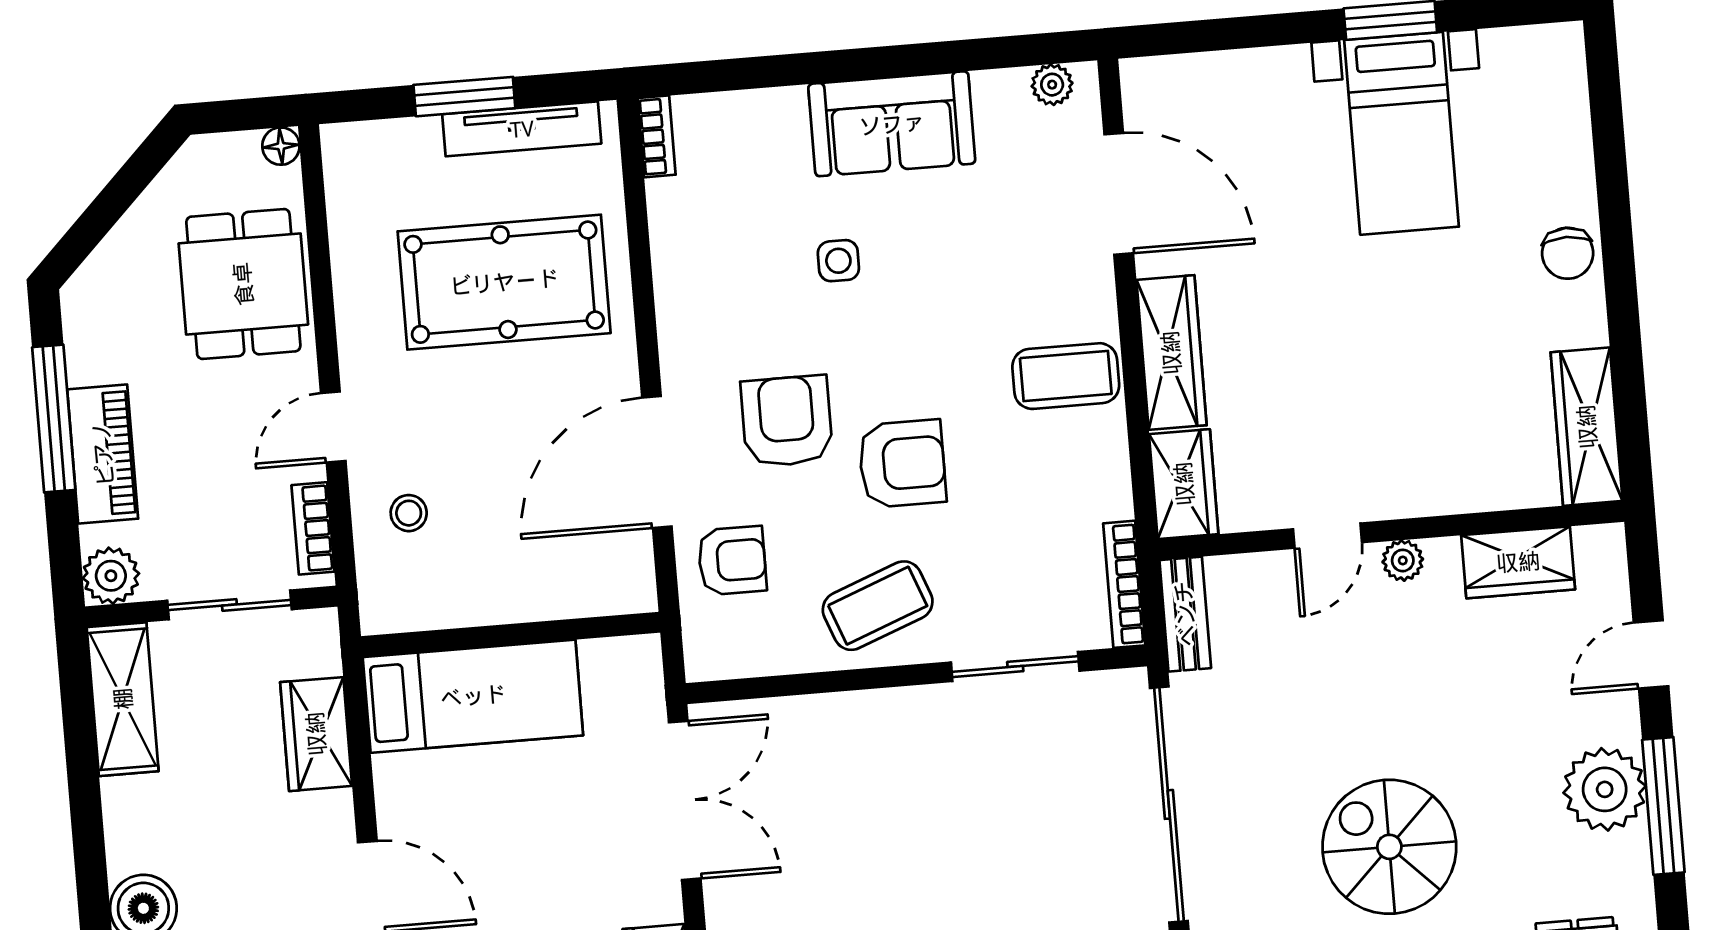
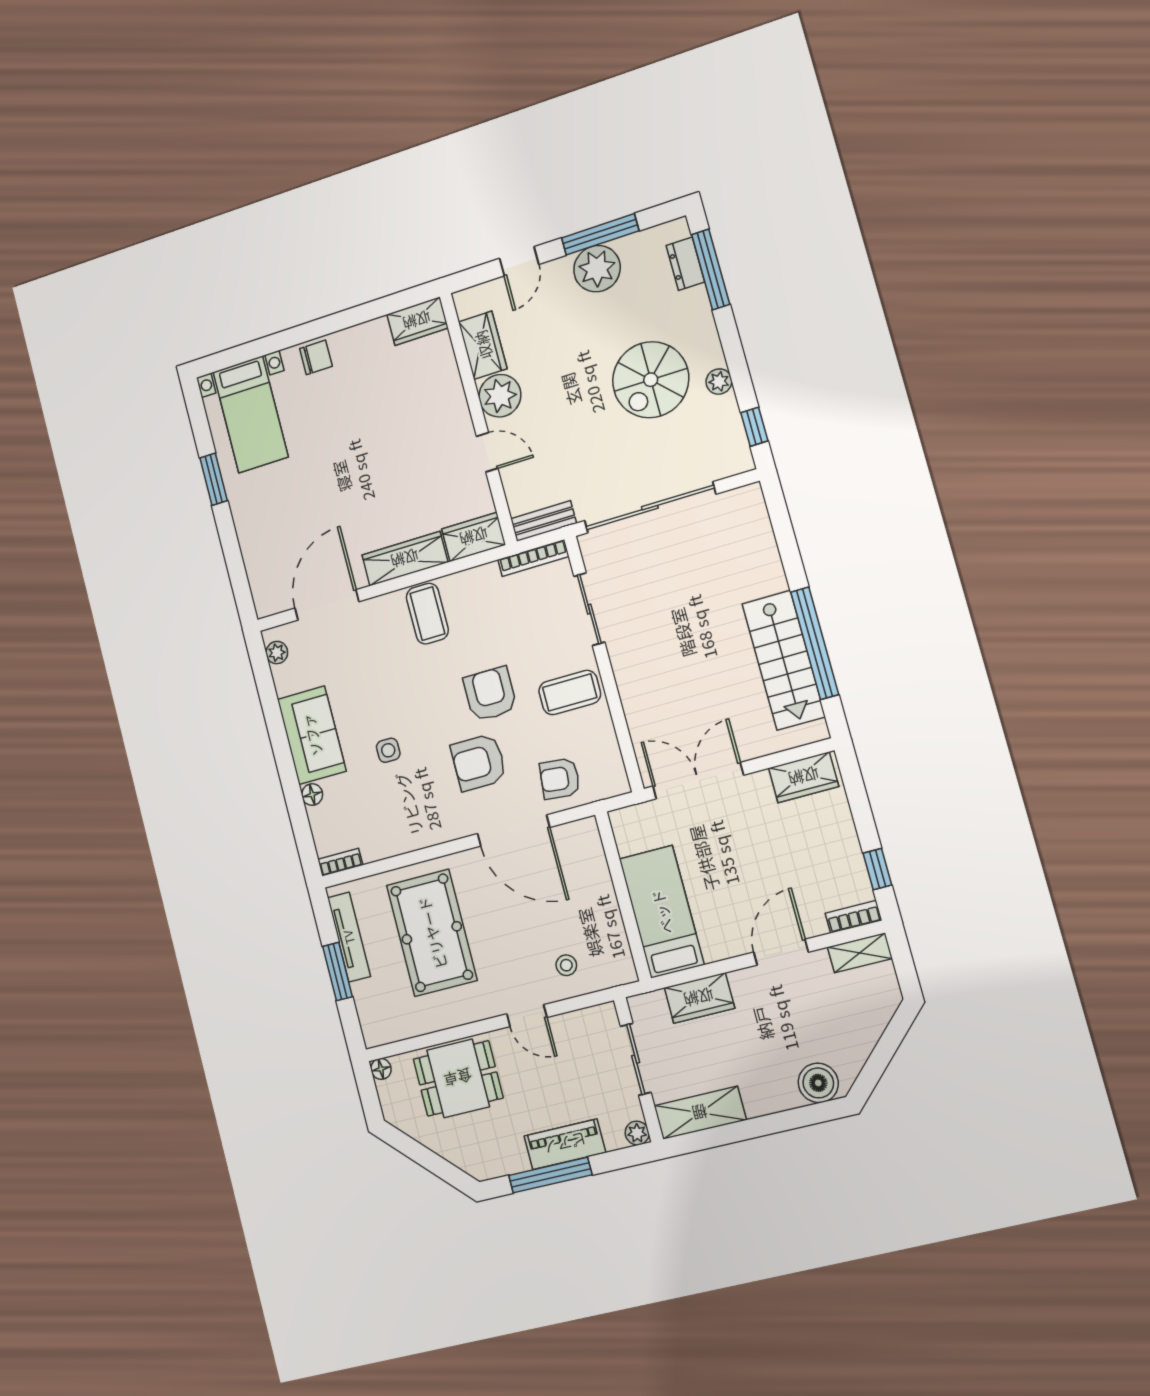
floor lamp: (786, 106) -> (312, 795), added
bed with nightstands: (1402, 133) -> (251, 414), moved, turned 90
wardrobe: (1587, 427) -> (417, 321), width x0.67
bookcase: (313, 528) -> (584, 1018), removed
plant: (1403, 560) -> (500, 396), width x1.88, depth x1.88
armchair: (732, 561) -> (560, 779), turned -84
plant: (111, 576) -> (637, 1133), width x0.73, depth x0.73
coffee table: (878, 606) -> (570, 693), turned -69
door: (1651, 654) -> (519, 261), hinge flipped

